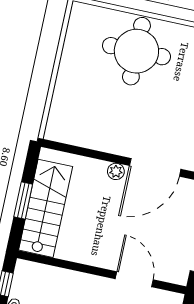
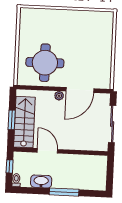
round table: (136, 51) -> (45, 63), moved
door: (134, 279) -> (47, 151), moved

